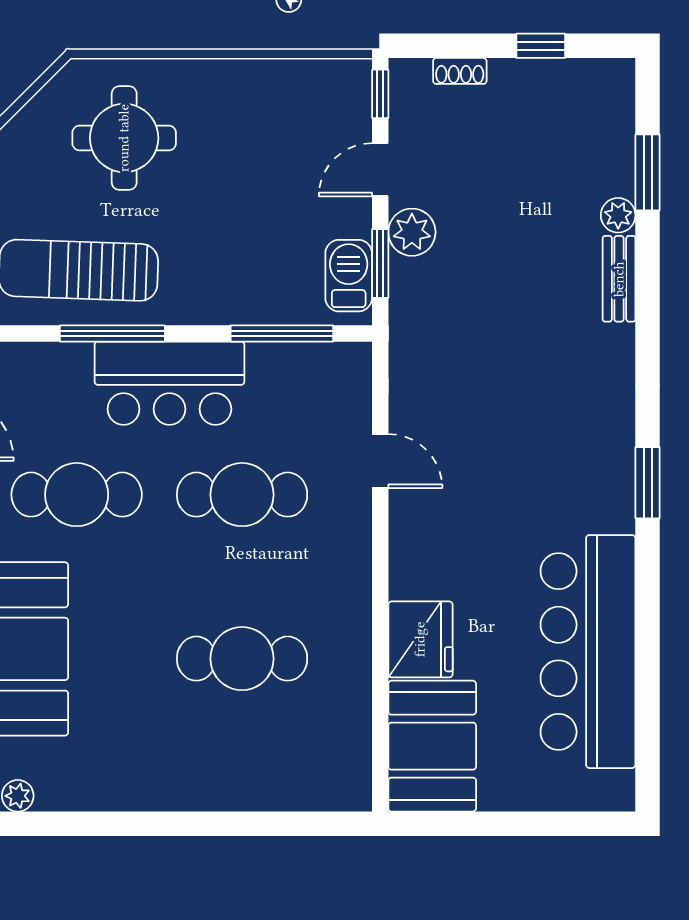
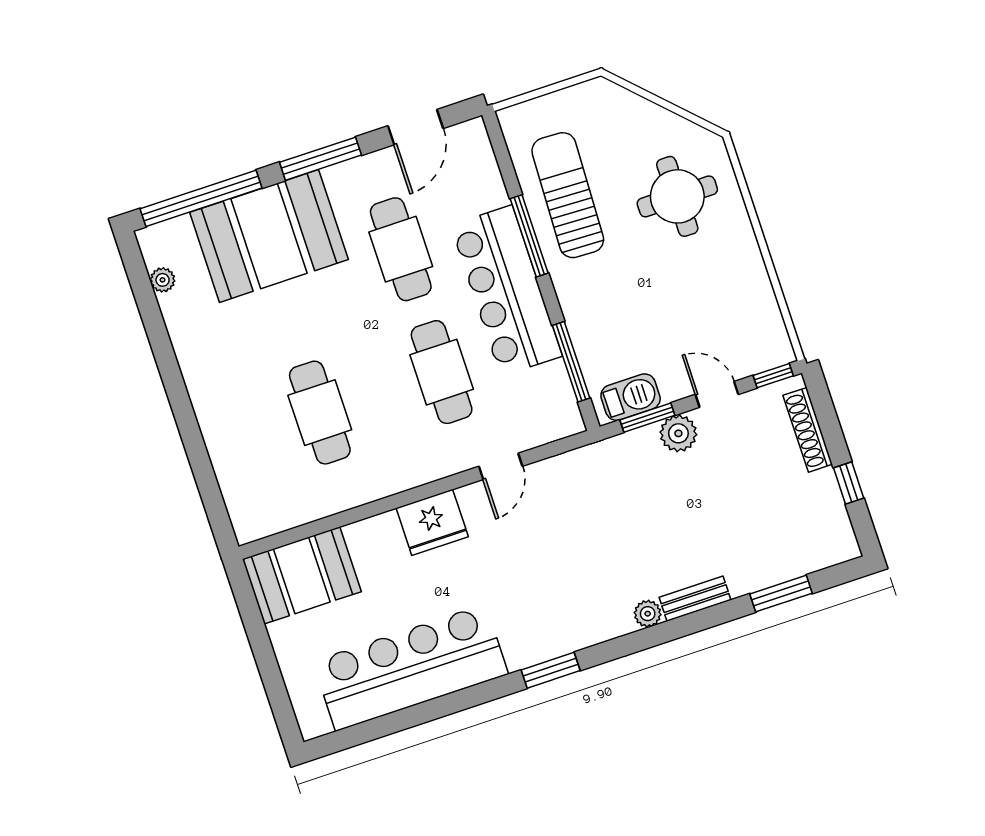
shoe rack: (460, 71) -> (808, 430), width x1.94, depth x1.24
plant: (618, 215) -> (648, 614), moved
bar counter: (169, 383) -> (506, 291), width x1.36
fridge: (420, 639) -> (432, 522), moved

